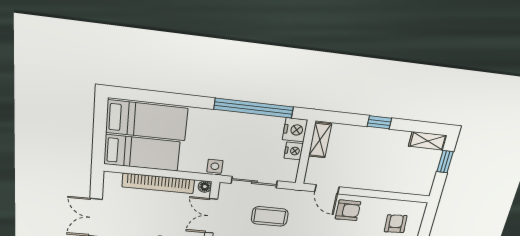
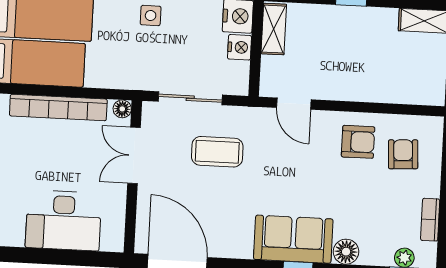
side table: (215, 166) -> (151, 16), moved
armchair: (348, 210) -> (358, 142), moved

